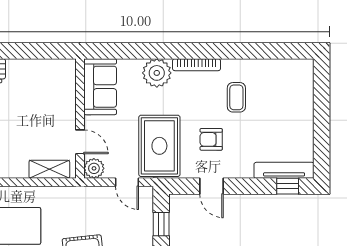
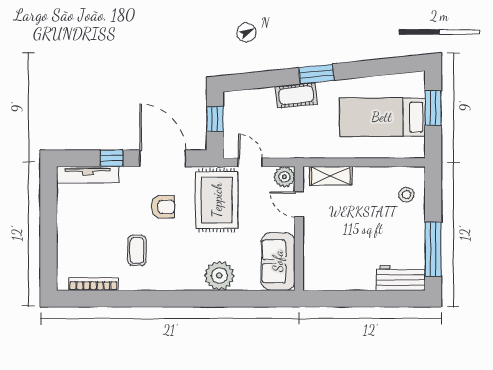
bookcase: (196, 65) -> (93, 284), moved
door: (212, 186) -> (163, 158), width x1.88
window: (288, 186) -> (112, 158), moved

